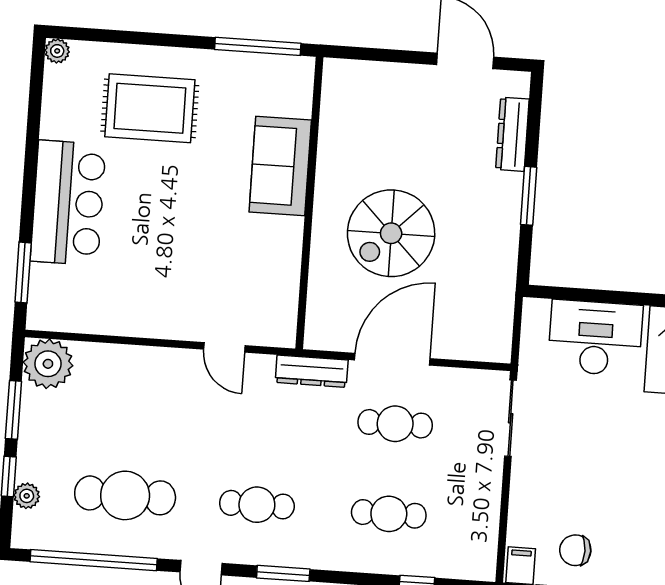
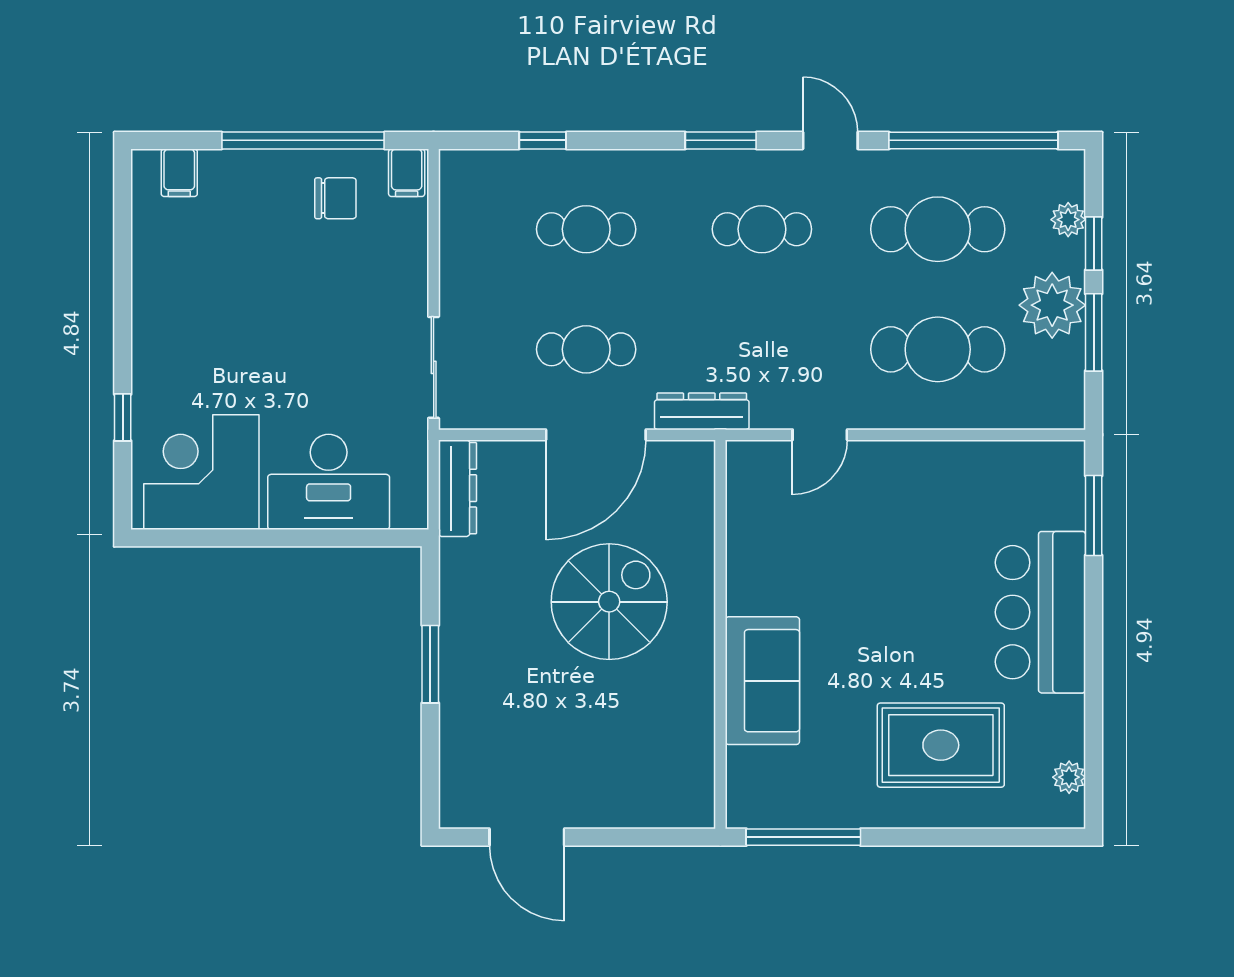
plant: (57, 51) -> (1069, 777), moved
dresser: (512, 134) -> (457, 488), moved
door: (224, 347) -> (820, 435), swing flipped
plant: (48, 364) -> (1052, 305), moved
cafe table: (131, 405) -> (938, 349), added

